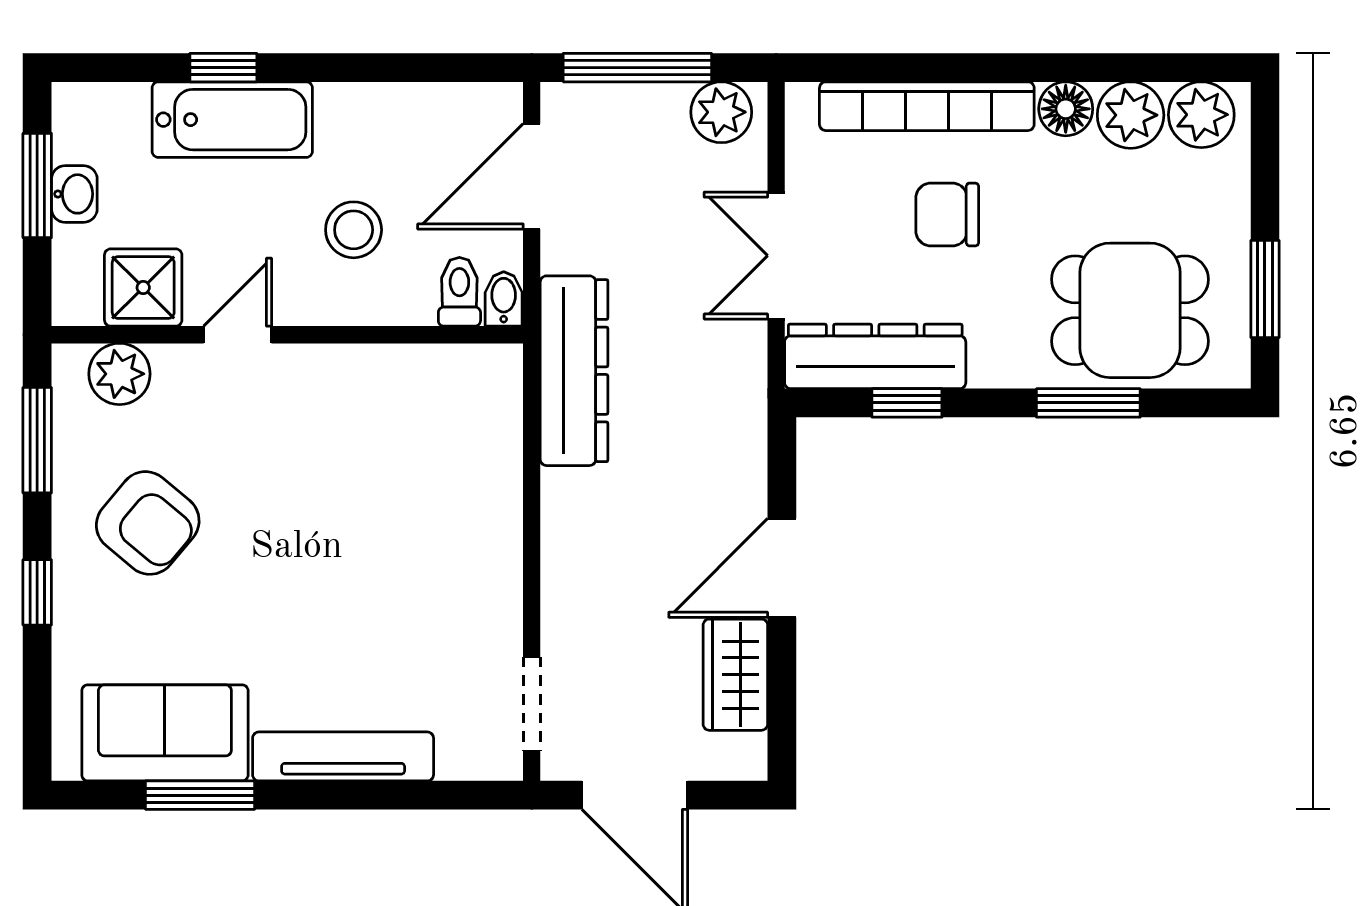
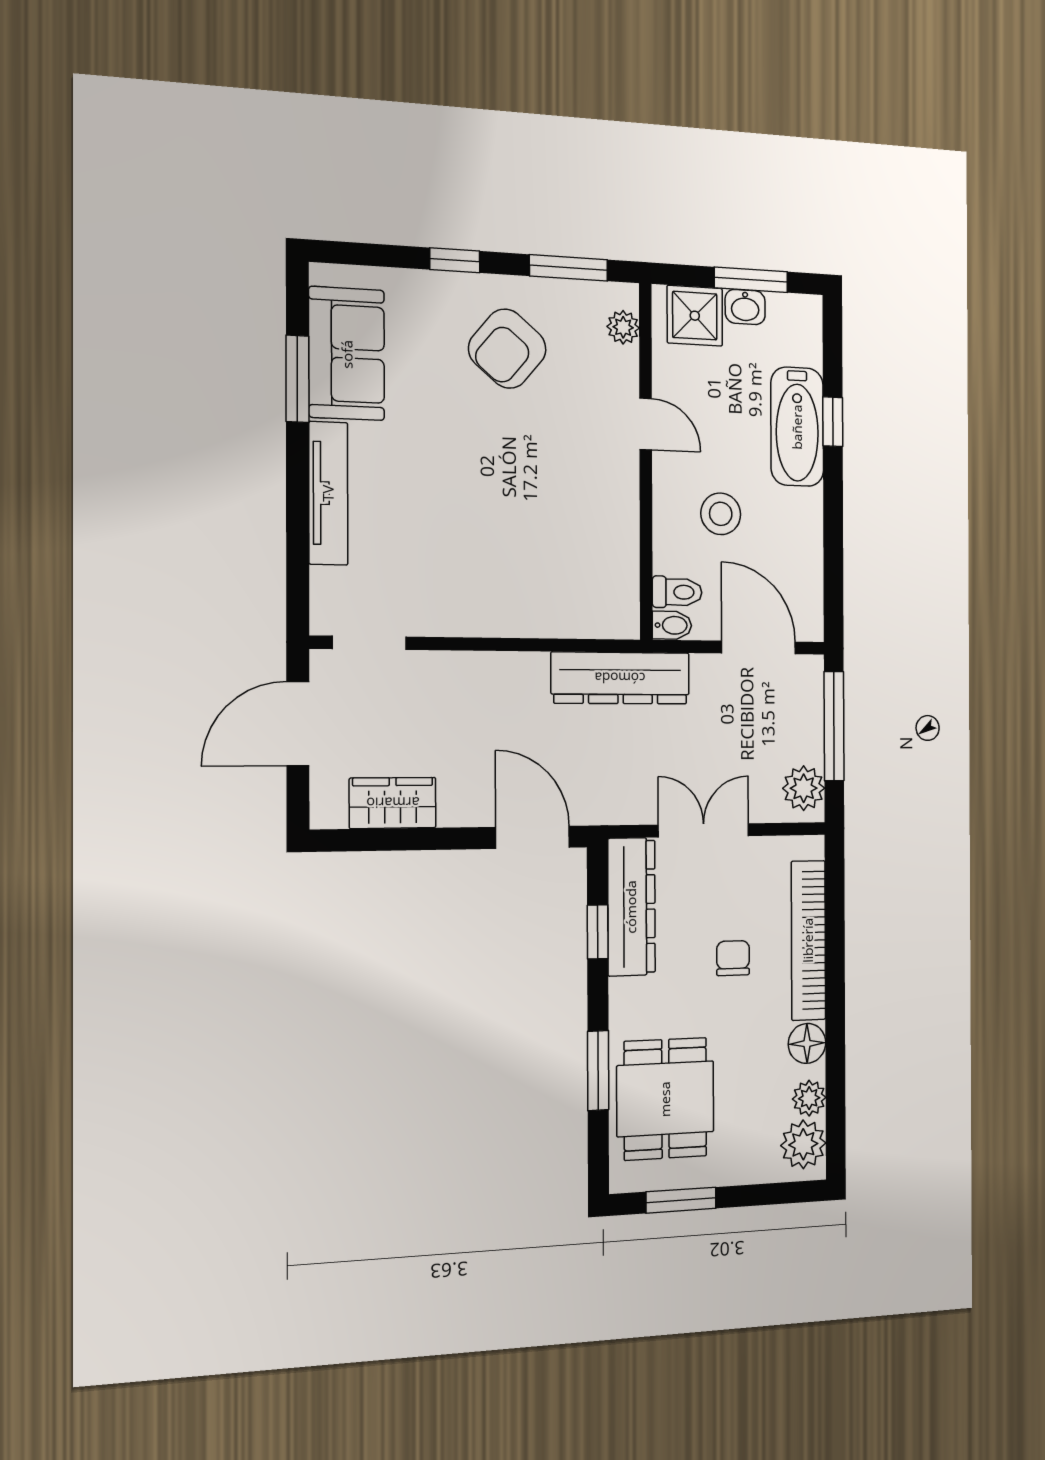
plant: (1131, 115) -> (809, 1098), width x0.73, depth x0.73
chair: (947, 215) -> (733, 958), width x0.73, depth x0.73
shower: (143, 288) -> (695, 316), moved
plant: (119, 374) -> (623, 327), width x0.73, depth x0.73
door: (782, 568) -> (533, 837), moved

